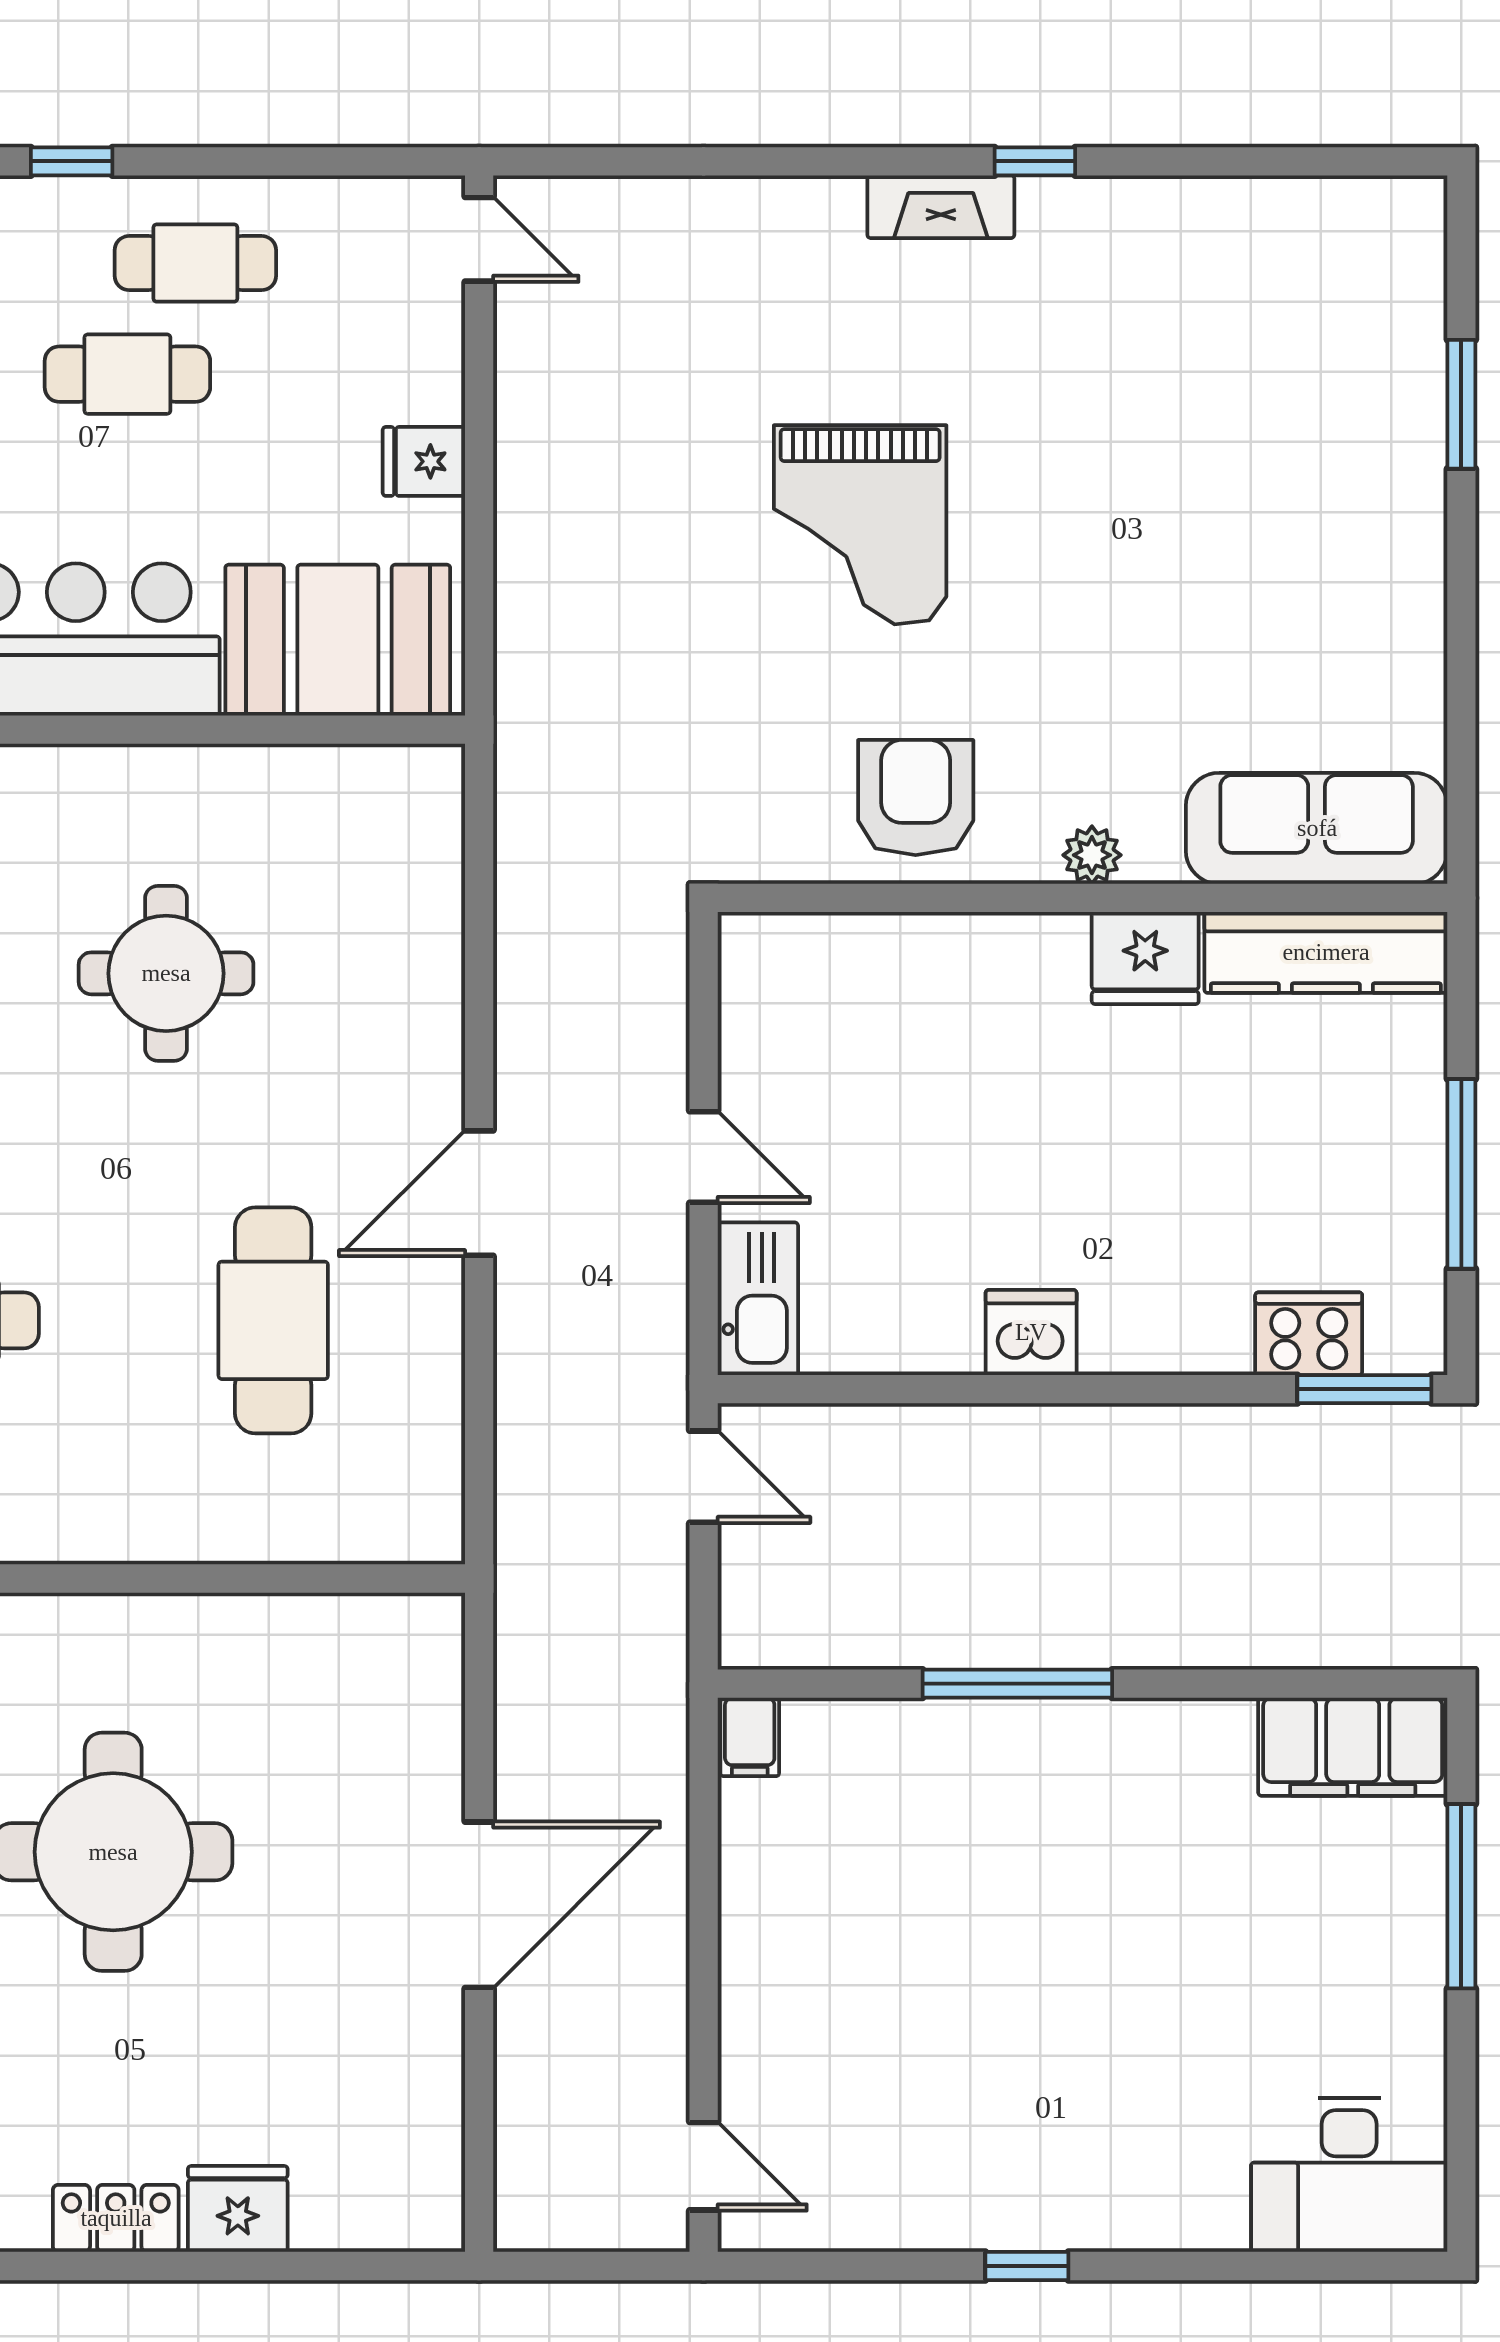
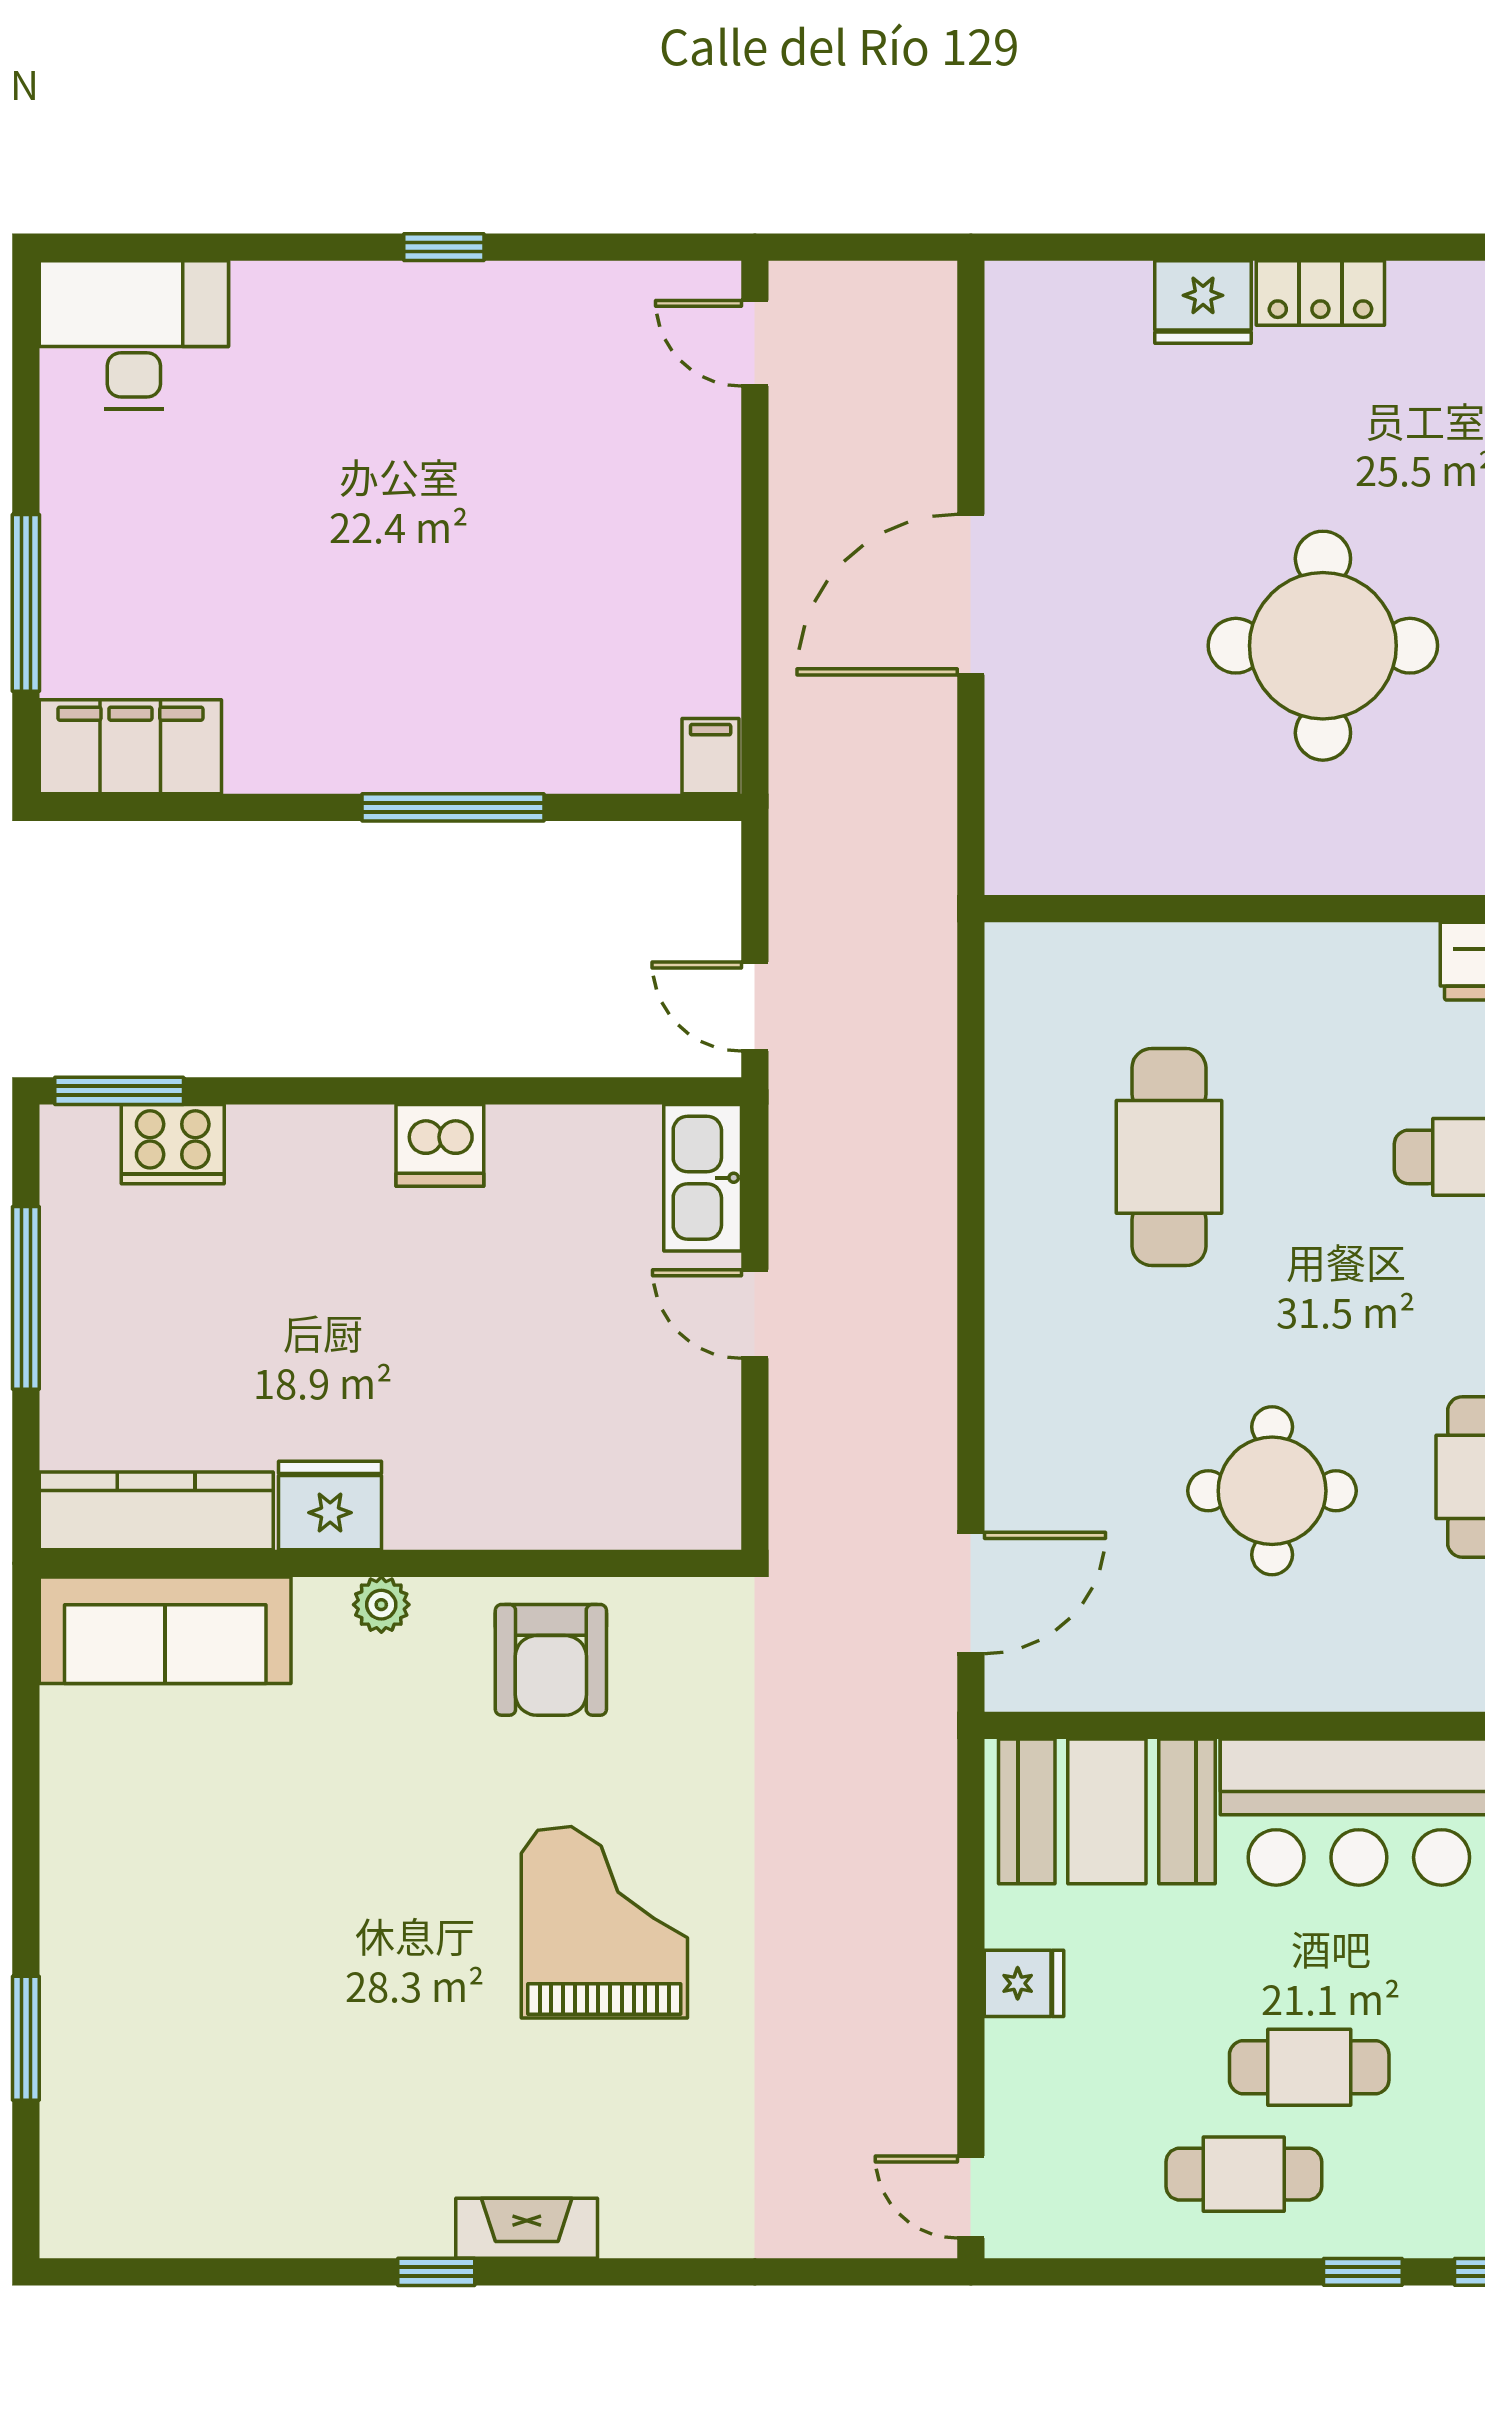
door: (479, 1193) -> (971, 1593), moved

